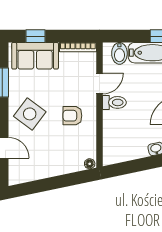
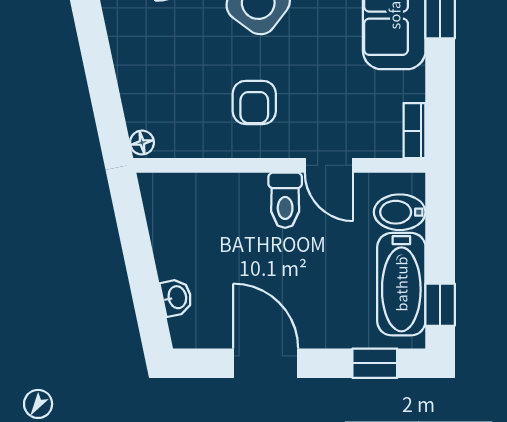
bookcase: (78, 47) -> (414, 131), width x0.64
armchair: (72, 116) -> (254, 102), turned 180

